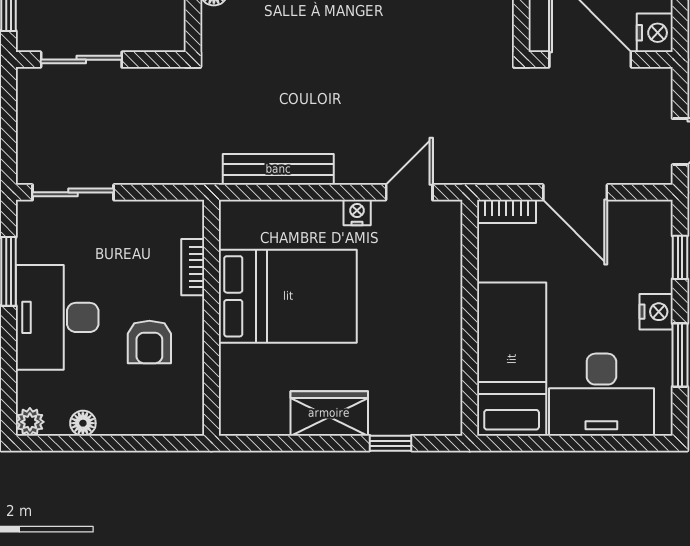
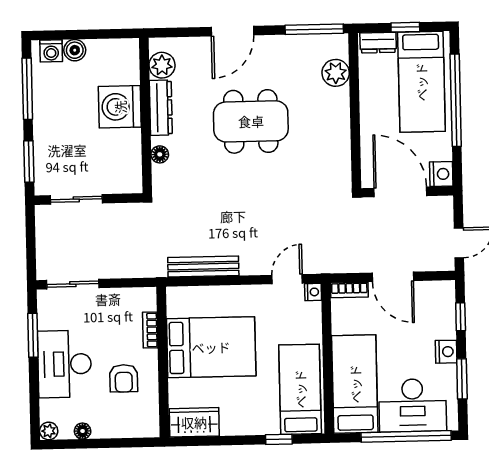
nightstand: (357, 213) -> (313, 292), moved, turned 90
bed: (426, 366) -> (300, 389), added
wardrobe: (329, 413) -> (194, 422), moved
window: (590, 443) -> (406, 436), added

